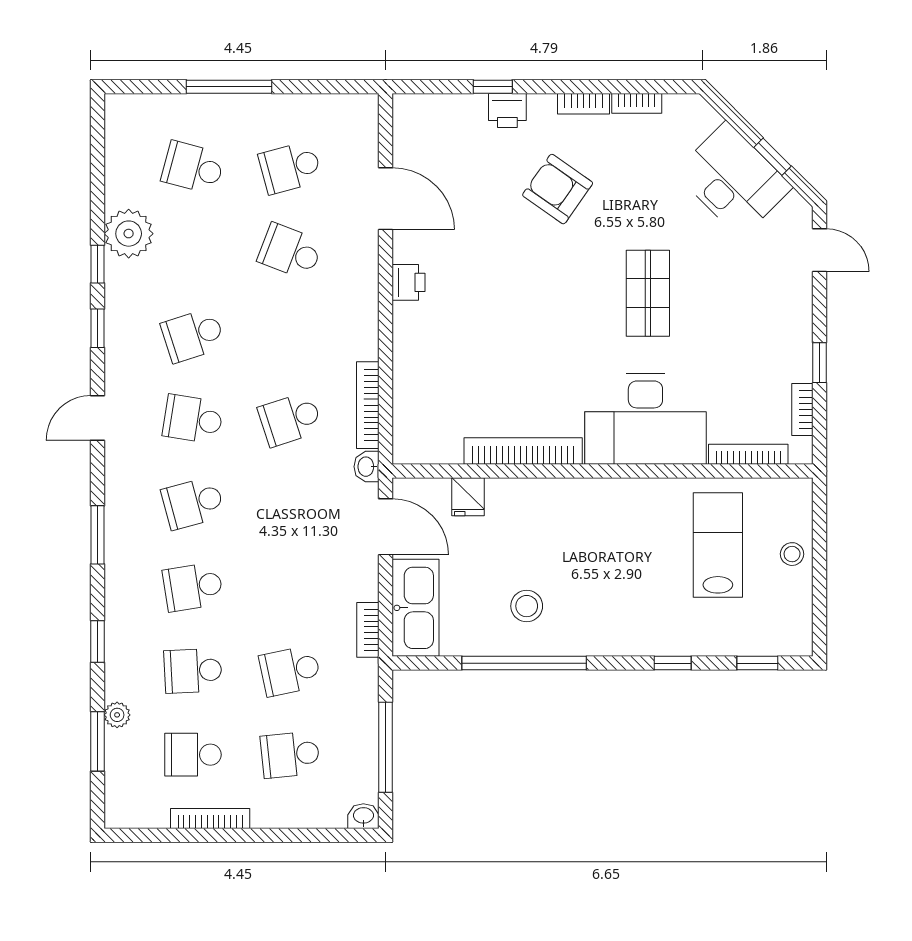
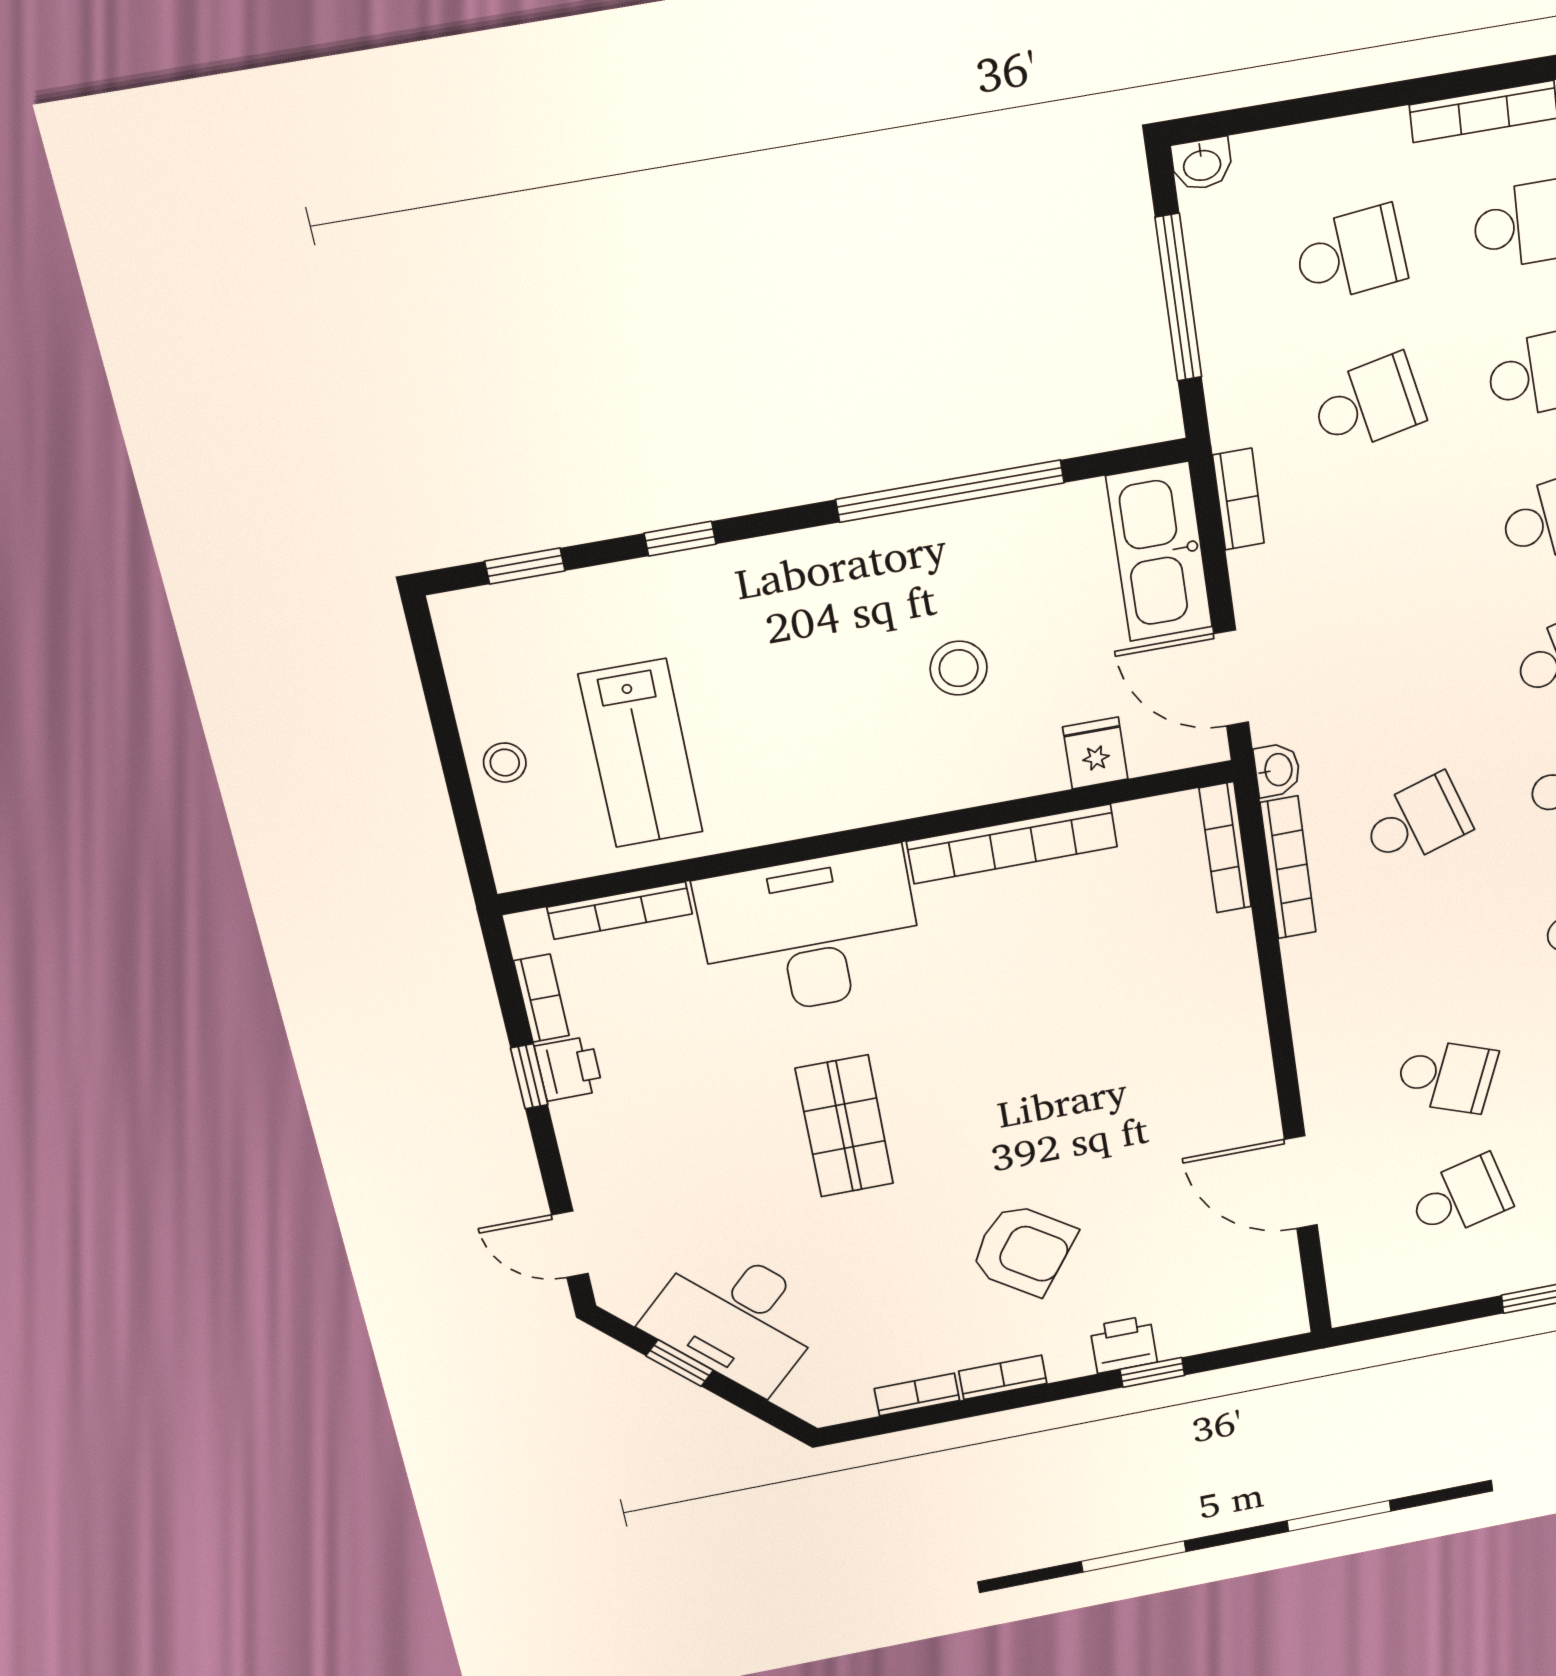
printer: (409, 282) -> (569, 1069), moved, turned 180
bookcase: (402, 425) -> (1225, 848), added
stool: (527, 606) -> (959, 668), moved

